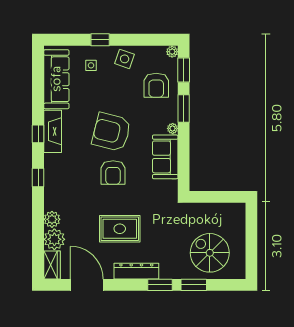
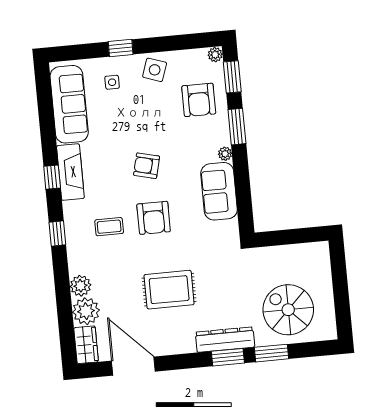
armchair: (111, 132) -> (147, 166), width x0.53, depth x0.53
coffee table: (78, 176) -> (109, 227), added
dresser: (136, 271) -> (225, 340), moved

